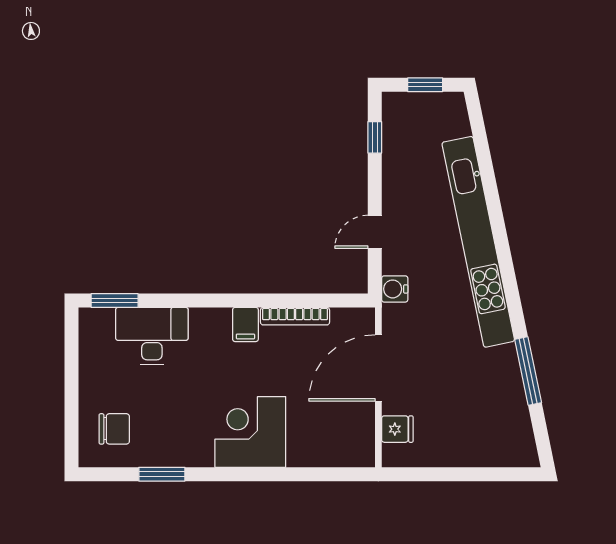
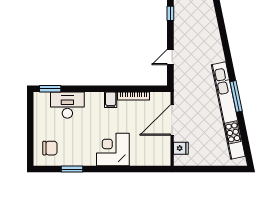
kitchen unit: (478, 242) -> (228, 111), moved
water cooler: (395, 289) -> (180, 83), removed
window: (528, 371) -> (236, 96), moved

